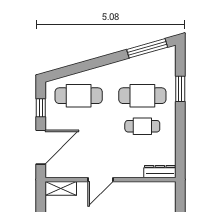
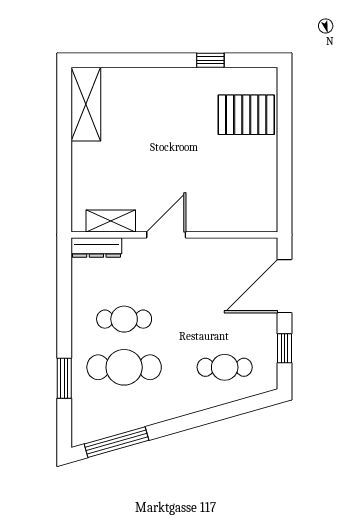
cafe table: (79, 96) -> (225, 367), width x0.73, depth x0.74
door: (101, 180) -> (166, 235), moved
shelving: (61, 188) -> (111, 221), moved

